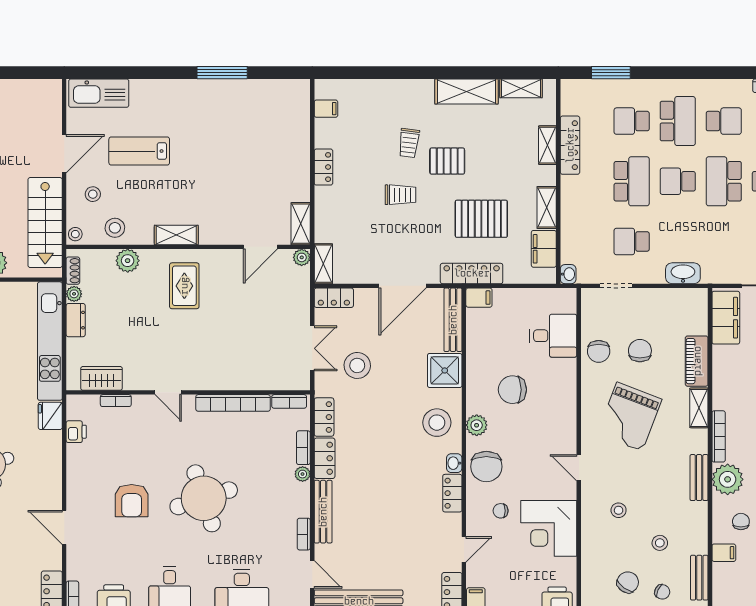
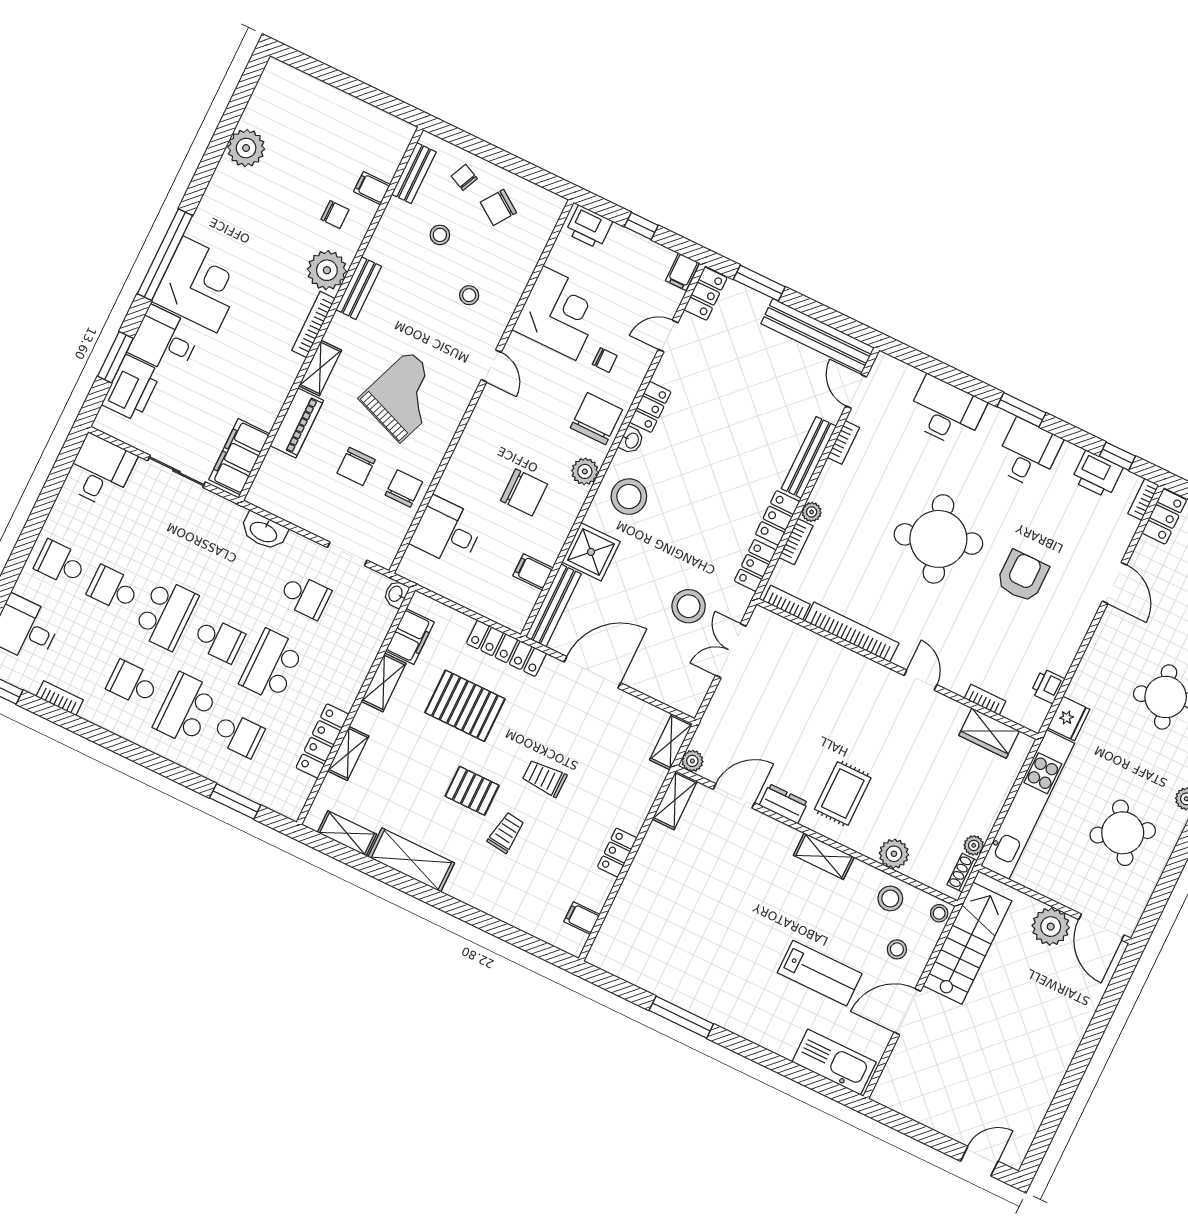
locker: (334, 298) -> (678, 697), removed
filing cabinet: (479, 298) -> (533, 572), moved
dresser: (76, 320) -> (784, 804), moved, turned 90
chair: (741, 521) -> (335, 214), turned -90

